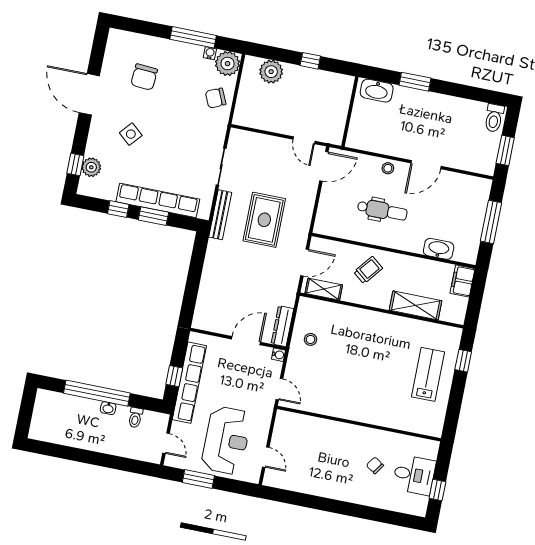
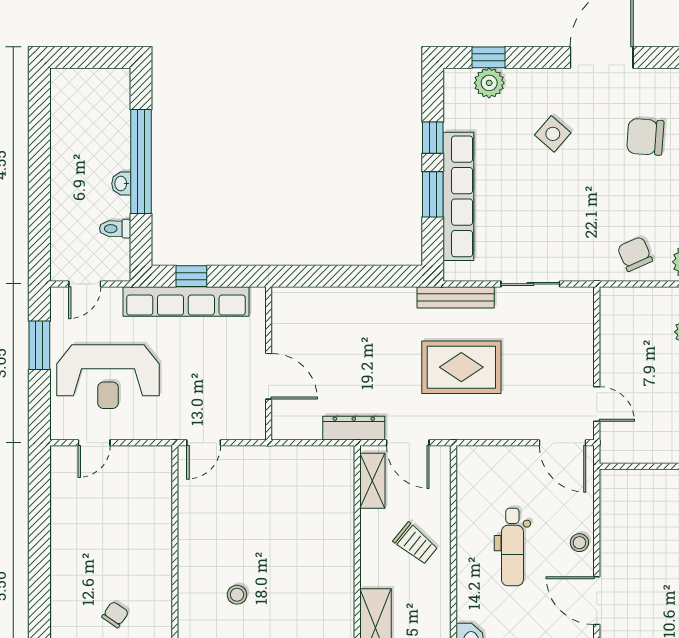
door: (304, 140) -> (597, 404), swing flipped
dresser: (282, 326) -> (354, 428), moved
stool: (310, 339) -> (237, 595), moved
water cooler: (278, 355) -> (257, 431), removed

